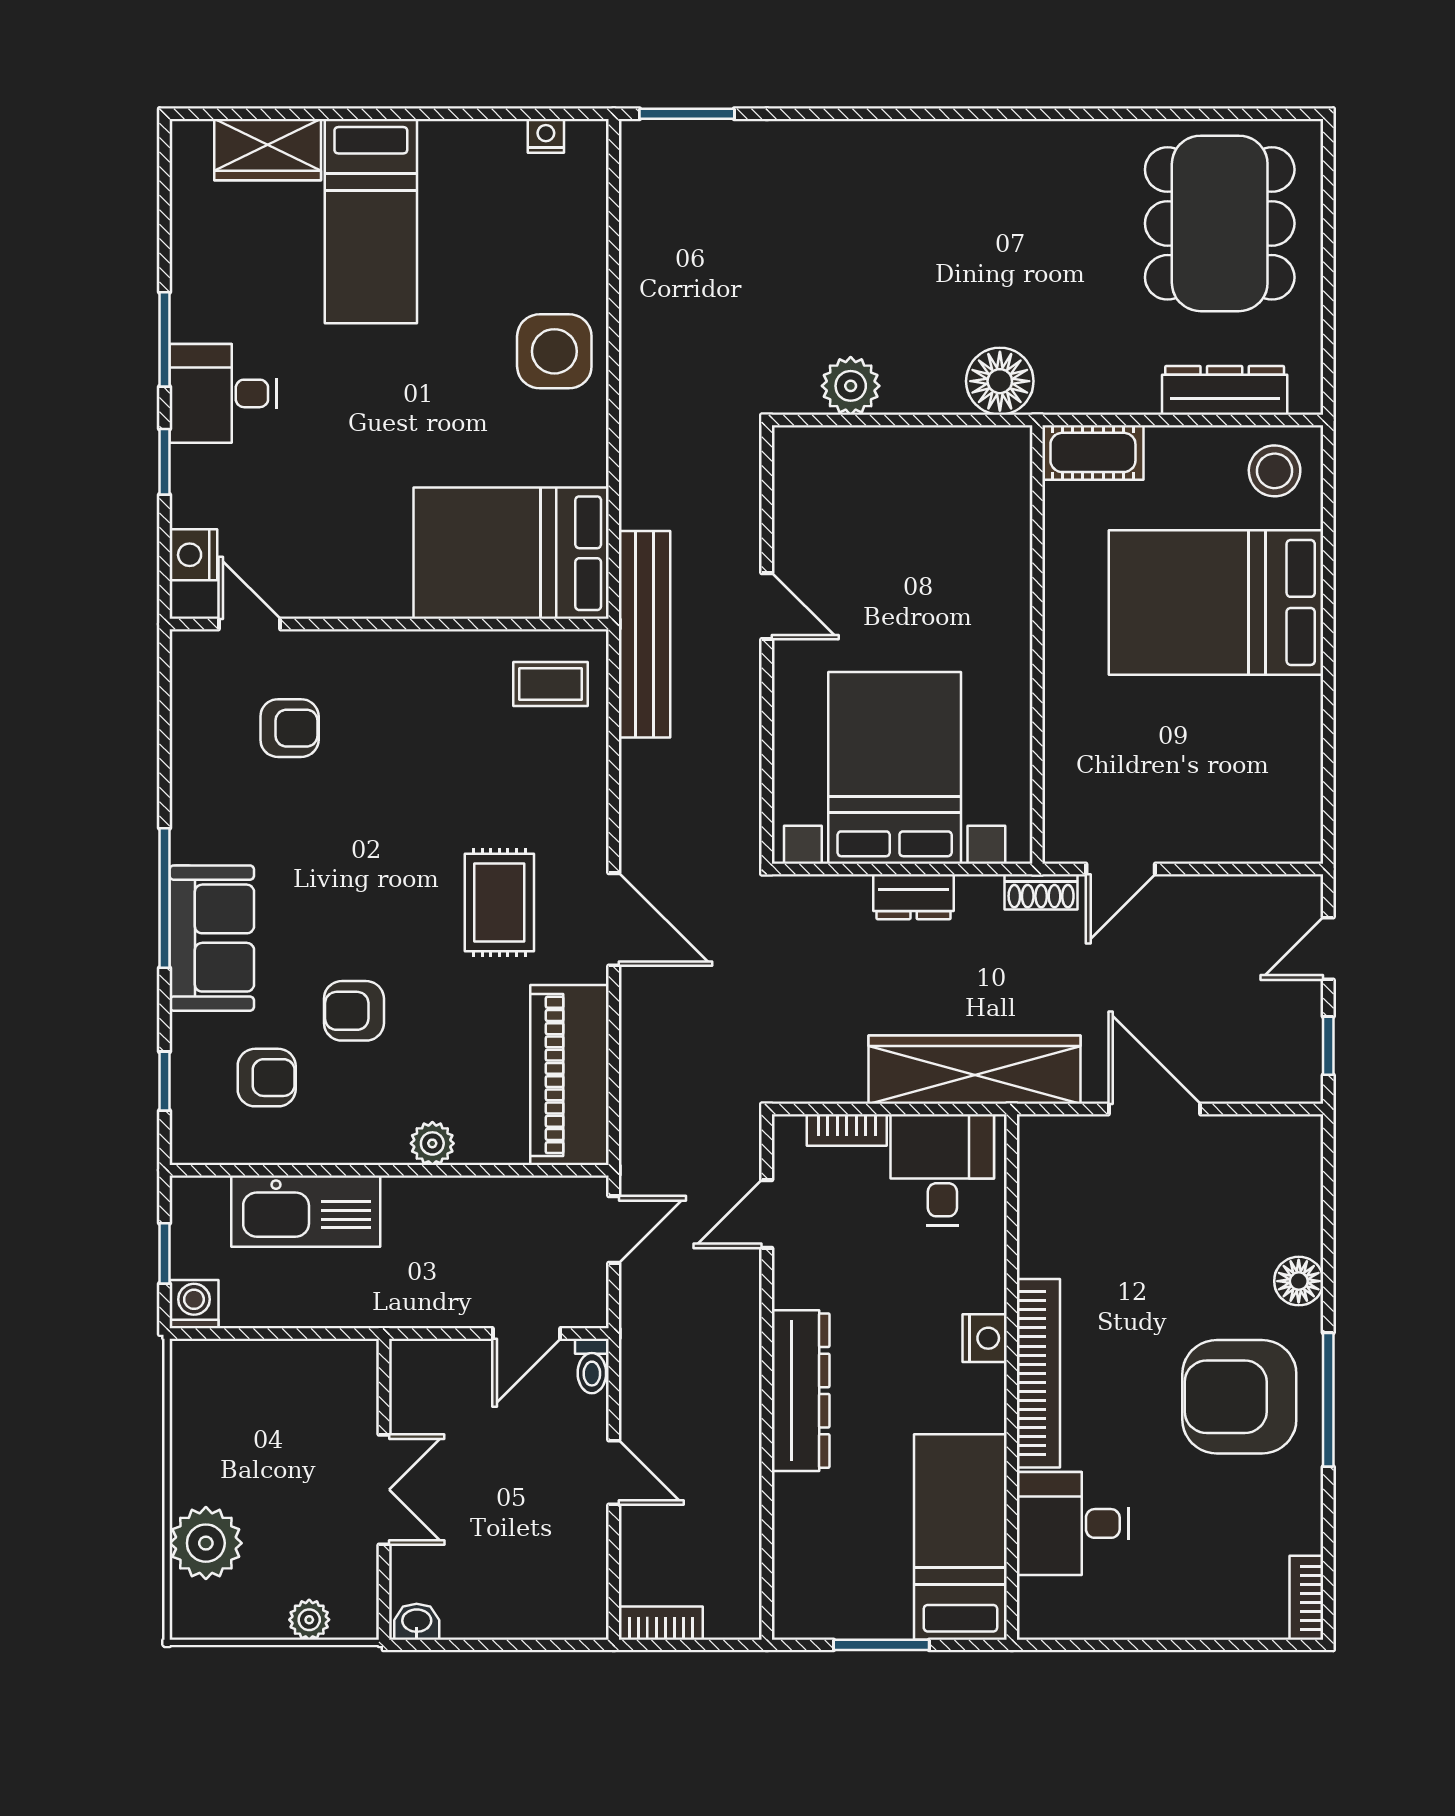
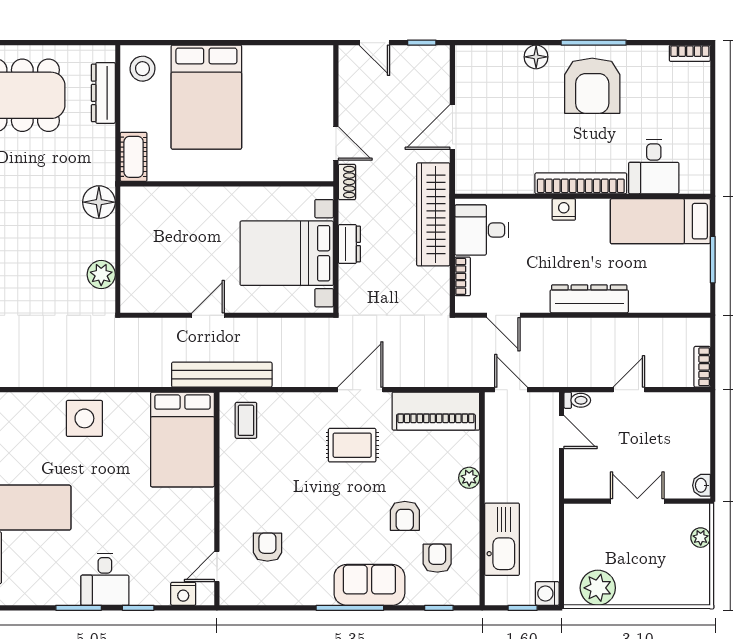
plant: (206, 1543) -> (598, 588), moved

